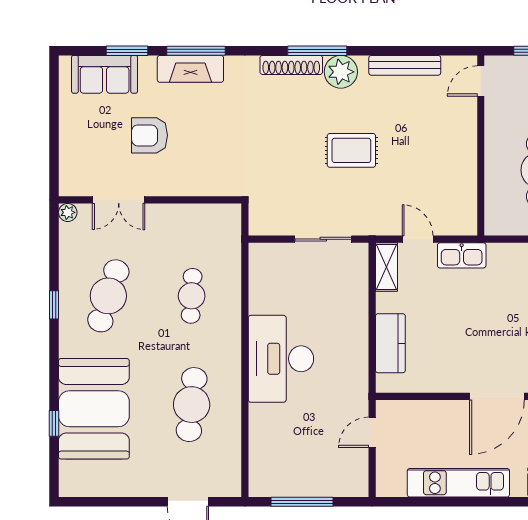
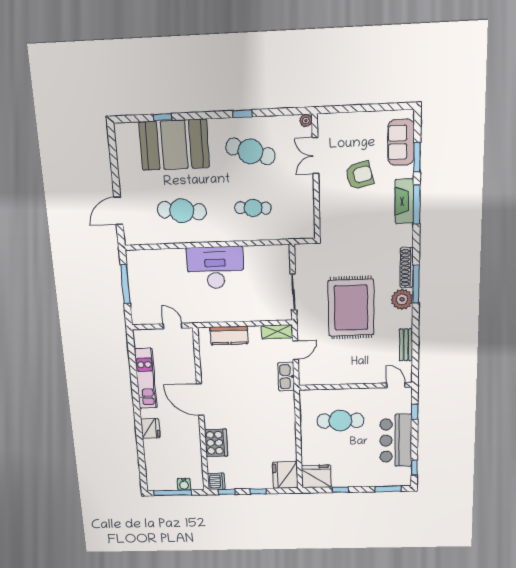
bench: (405, 65) -> (406, 345), width x0.73
armchair: (150, 135) -> (359, 175), turned 77
rug: (351, 150) -> (351, 308), width x1.86, depth x2.06

